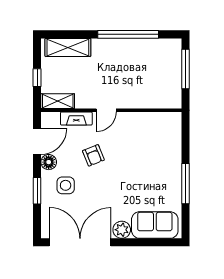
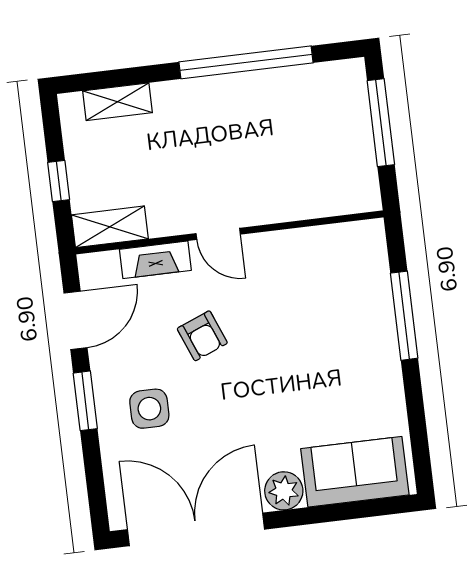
shelving: (68, 47) -> (118, 102), width x0.67, depth x0.75
door: (106, 110) -> (218, 234), hinge flipped
floor lamp: (49, 162) -> (106, 362), removed
window: (186, 184) -> (404, 316), moved
window: (37, 191) -> (85, 401), moved

